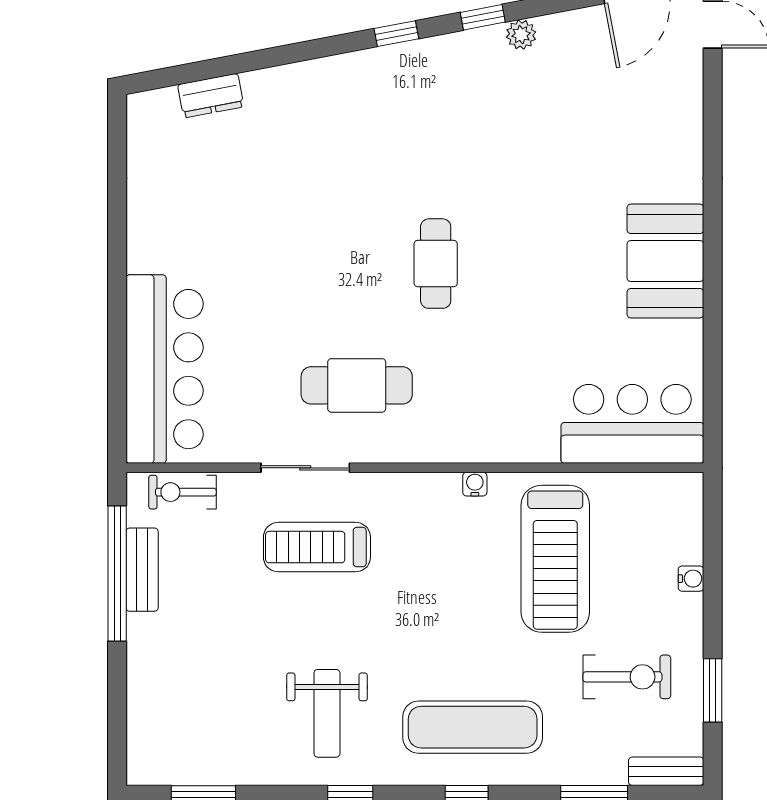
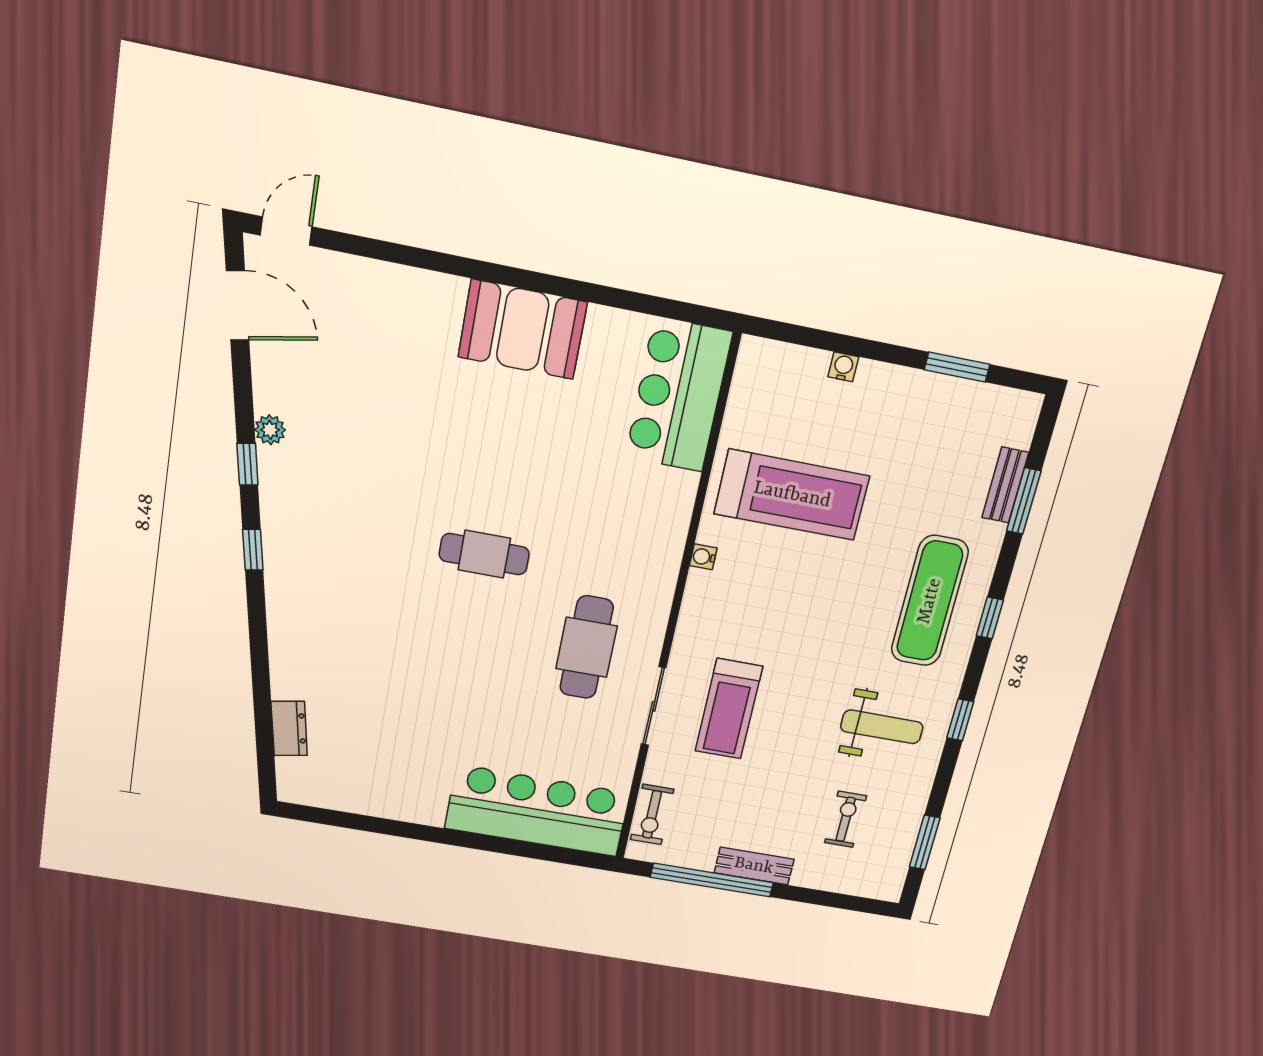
bench: (142, 570) -> (754, 866), moved
exercise bike: (627, 677) -> (846, 819), moved, width x0.73, depth x0.72
bench: (666, 771) -> (1005, 485), moved

